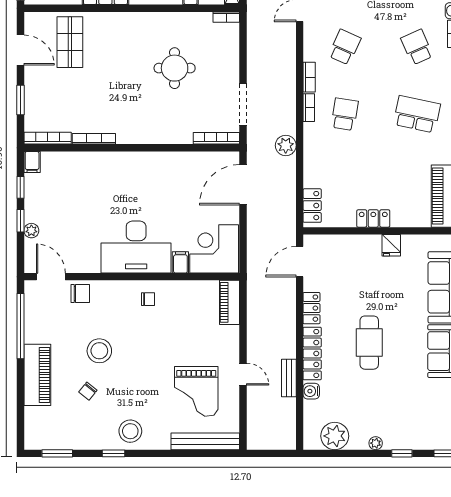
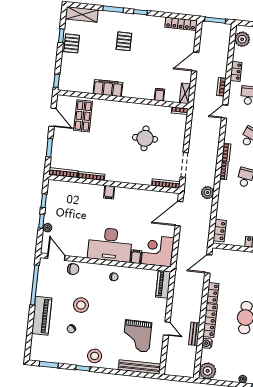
filing cabinet: (32, 162) -> (109, 192), moved
plant: (335, 436) -> (208, 371), moved

